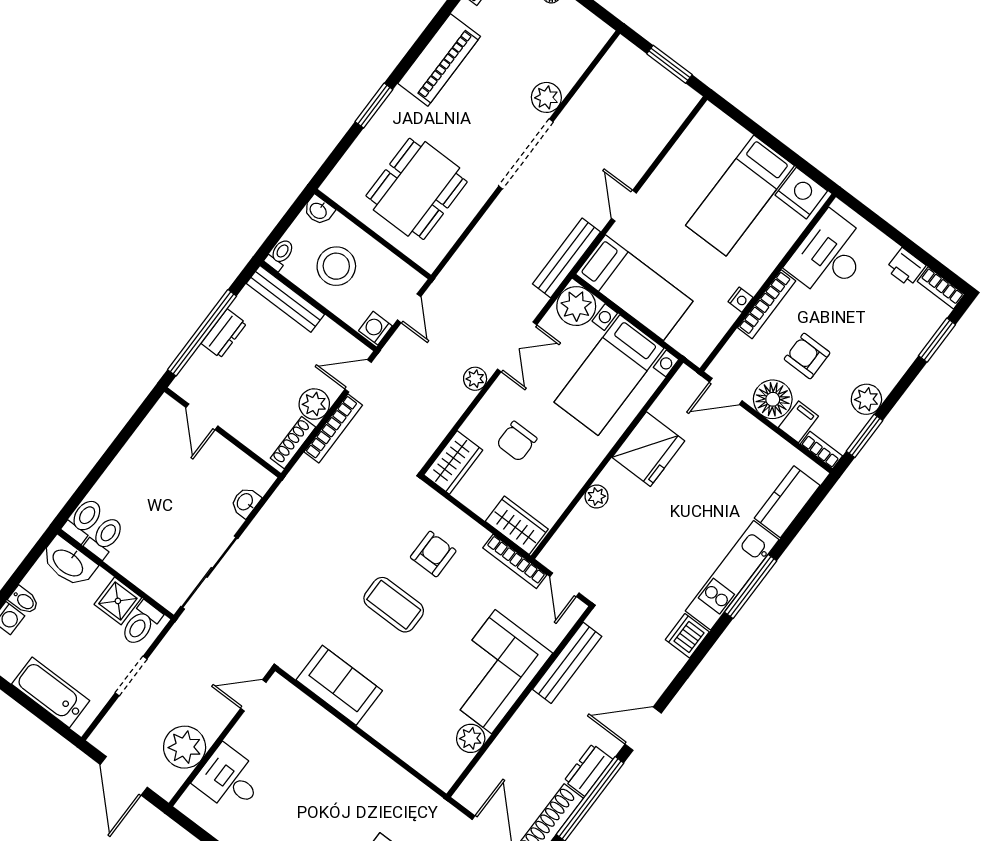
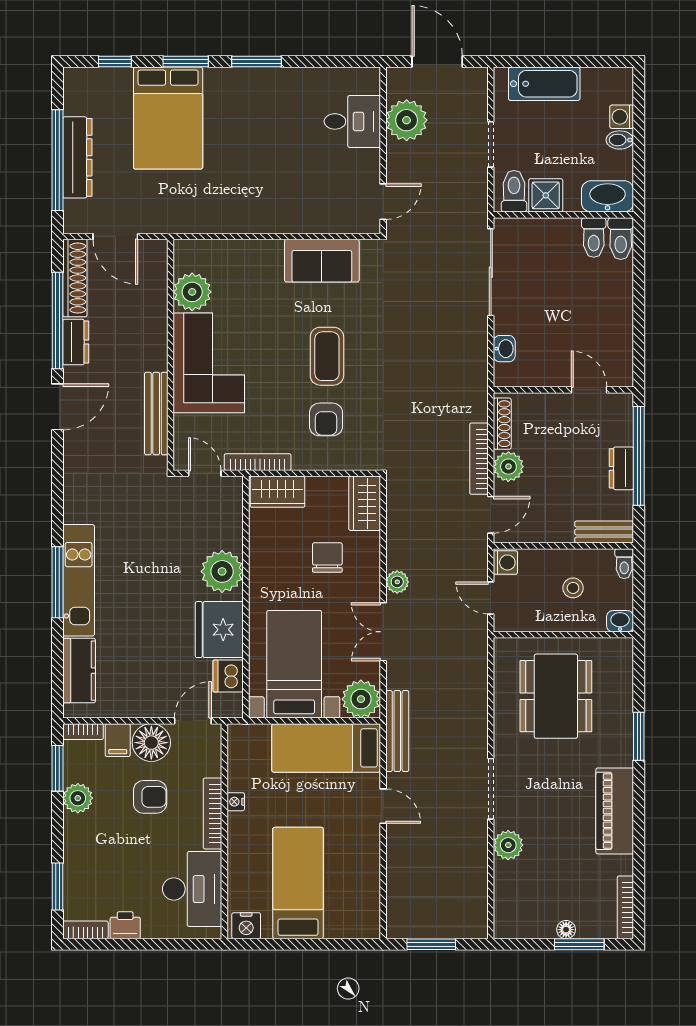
doorway: (526, 154) -> (491, 789), width x0.73
nightstand: (801, 193) -> (246, 926), width x0.74, depth x0.75
stool: (336, 266) -> (573, 588), width x0.53, depth x0.53
bench: (285, 299) -> (604, 532), width x0.73
plant: (597, 496) -> (222, 571), width x1.87, depth x1.87
coffee table: (394, 605) -> (327, 356), turned 90
dishwasher: (687, 636) -> (228, 676), moved, turned 180
plant: (471, 738) -> (192, 292), width x1.36, depth x1.36

